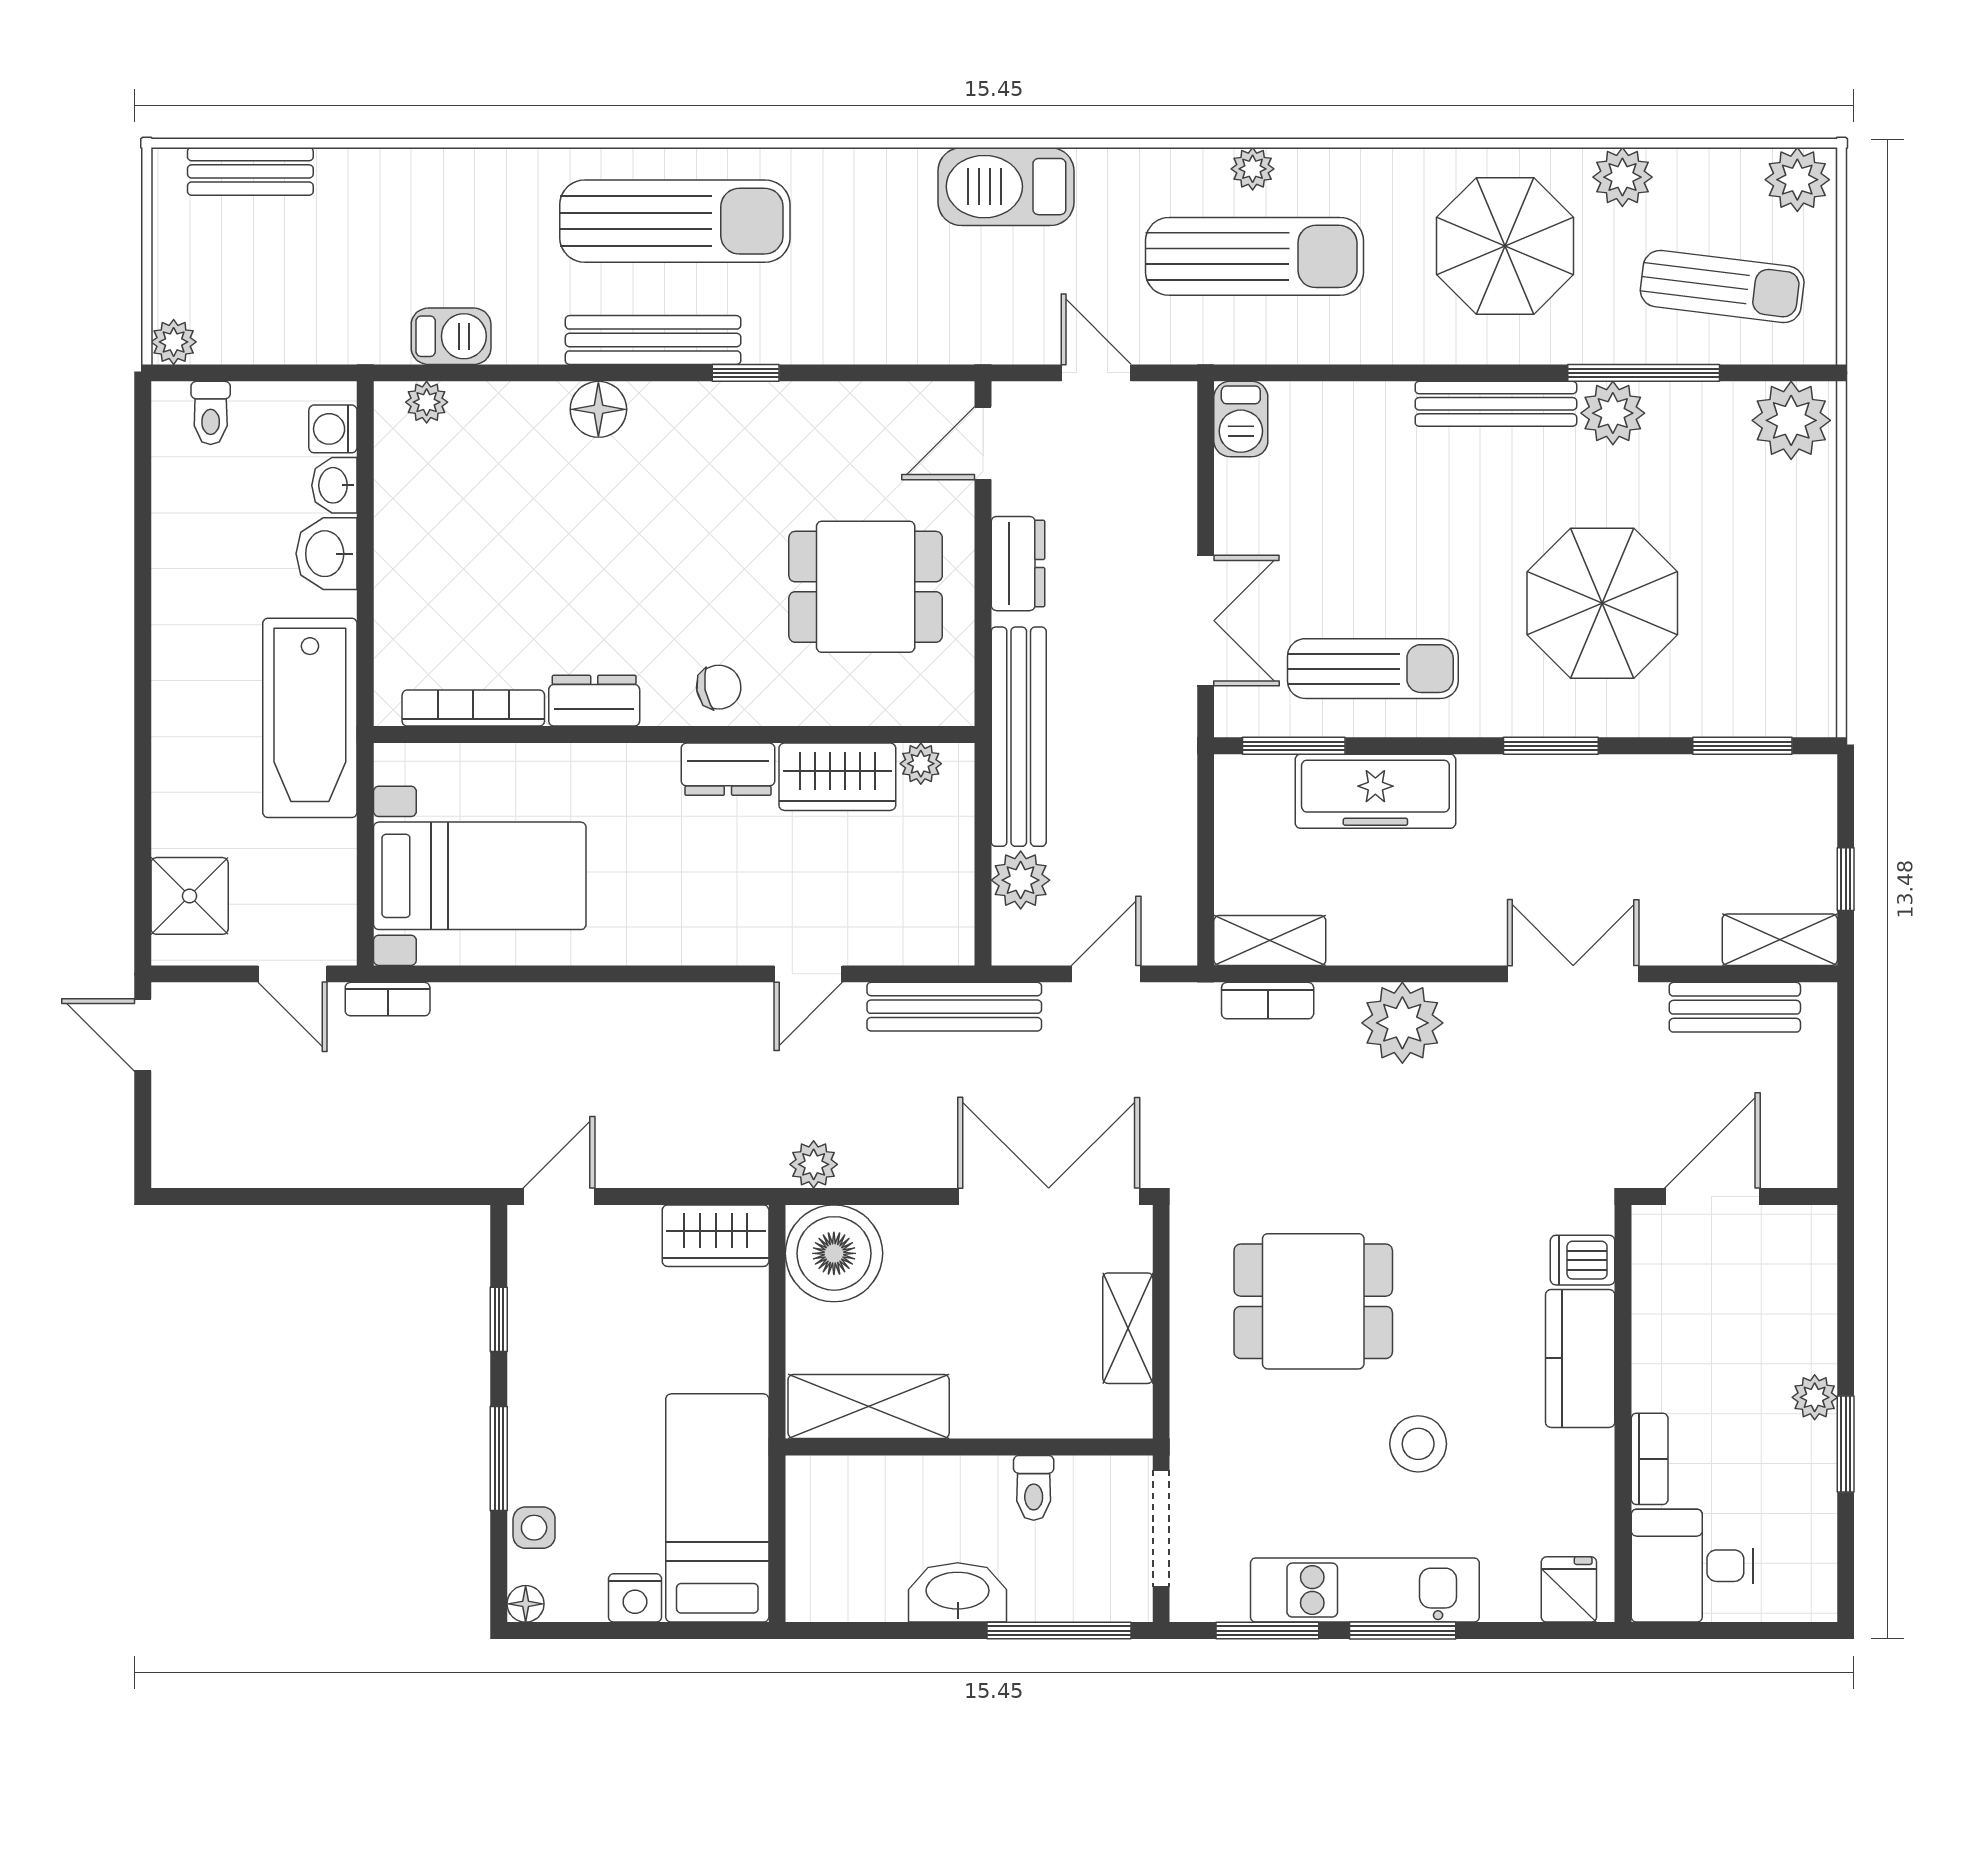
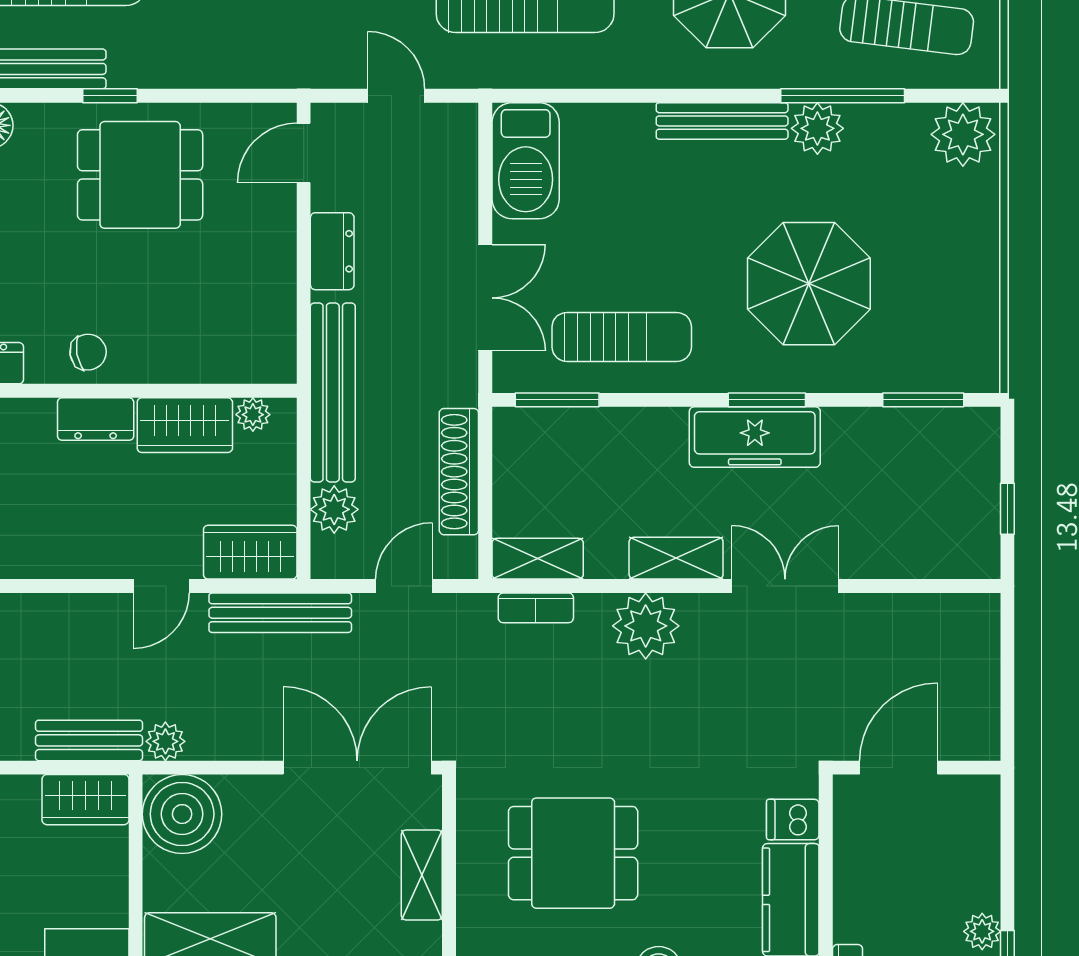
barbecue: (1241, 419) -> (526, 161), width x1.88, depth x1.53
dining table: (866, 587) -> (140, 175), moved
freezer: (1375, 791) -> (755, 437), moved
shoe rack: (1173, 834) -> (459, 472), added
wardrobe: (917, 932) -> (250, 552), added
shelving: (1780, 940) -> (676, 558), moved
bench: (1735, 1007) -> (89, 740), moved

